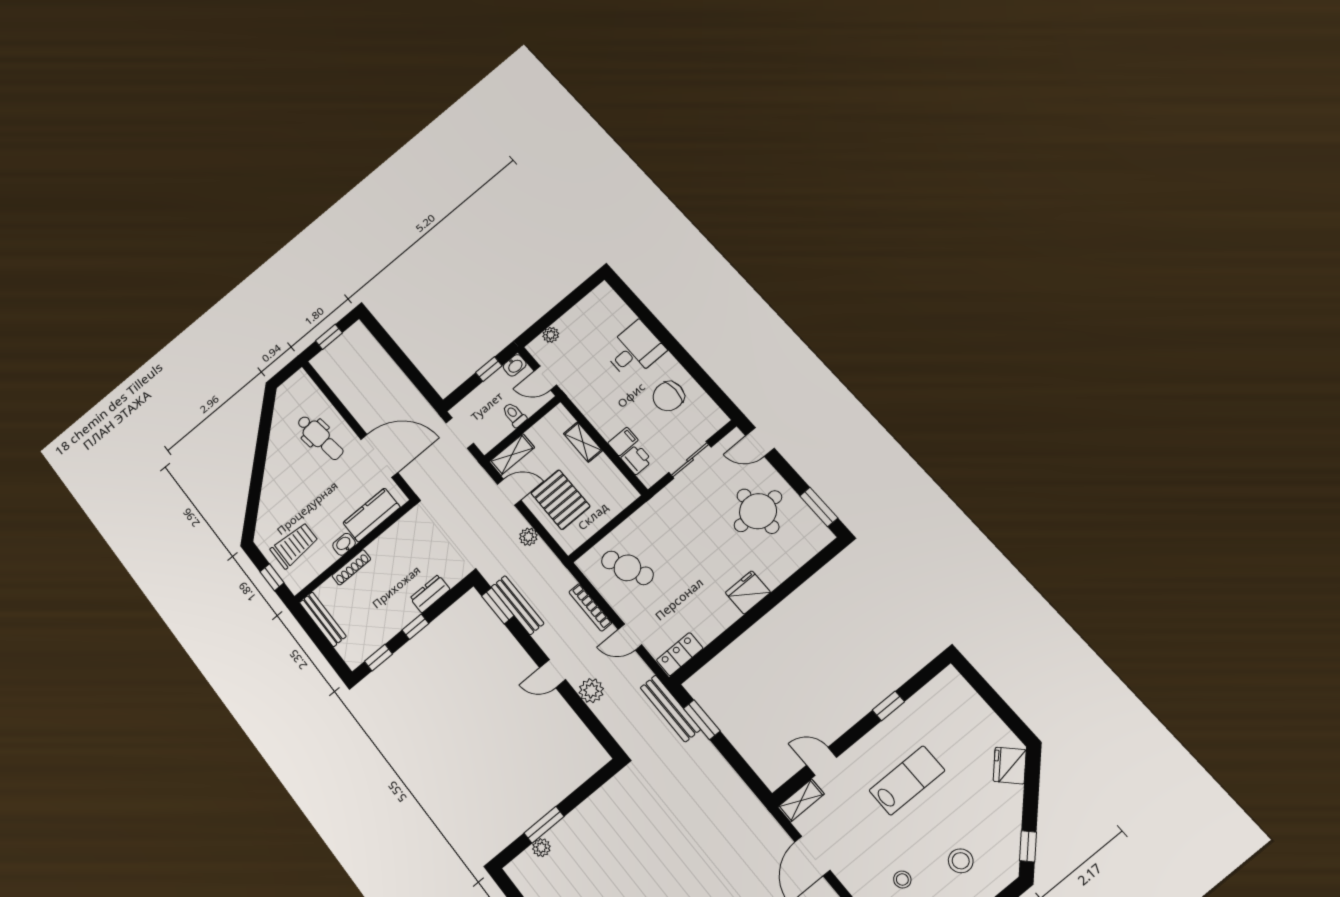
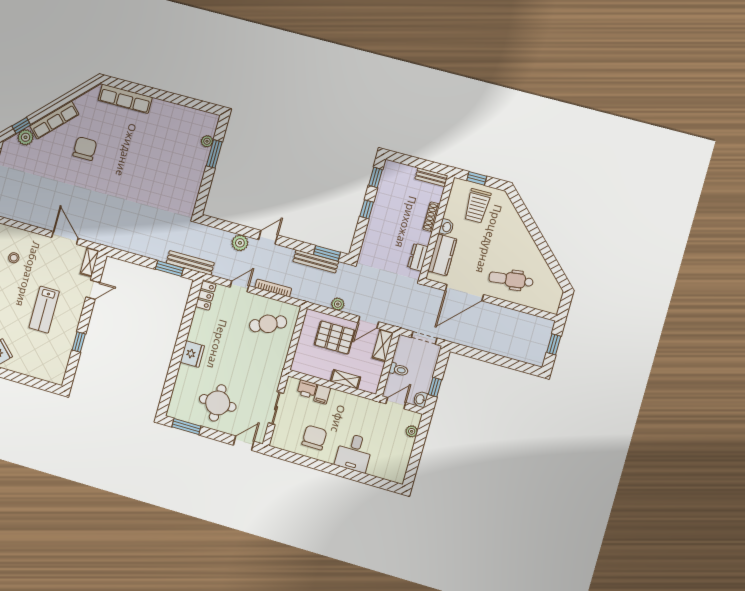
dresser: (430, 594) -> (418, 257), moved, turned 180
bench: (323, 619) -> (431, 177), width x0.73

